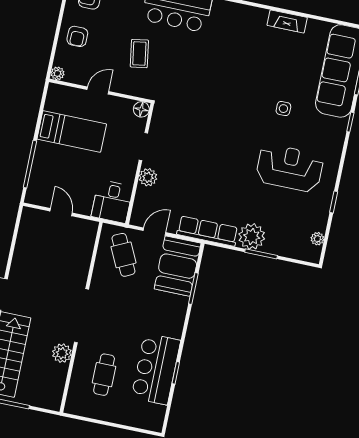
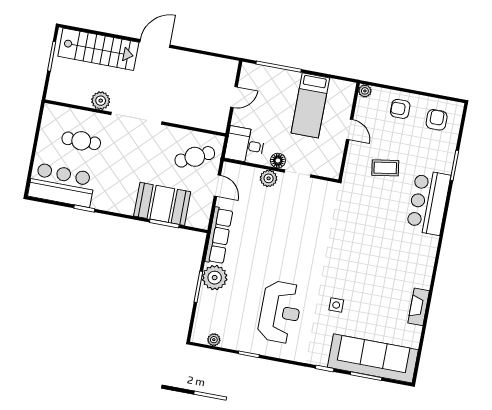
floor lamp: (141, 109) -> (278, 161), moved
booth: (178, 266) -> (162, 204), moved
bar counter: (156, 369) -> (62, 185), moved

